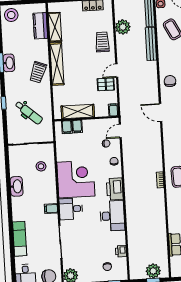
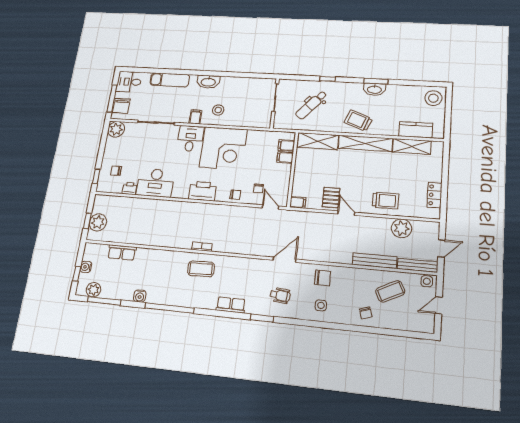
shelving: (78, 111) -> (318, 141), moved, turned 90
stool: (41, 166) -> (218, 110), moved
washbasin: (17, 186) -> (208, 82), moved
desk: (112, 216) -> (155, 183), moved

